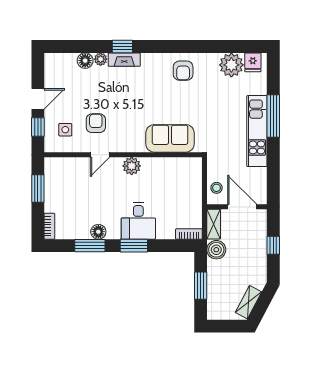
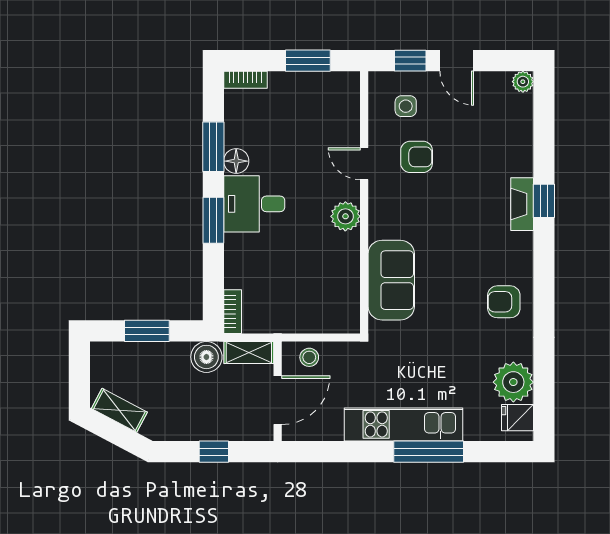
plant: (101, 59) -> (523, 82), moved
floor lamp: (85, 61) -> (521, 139), removed
desk: (138, 221) -> (254, 204), moved

